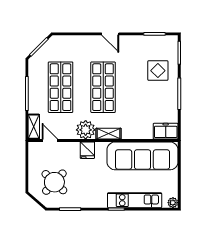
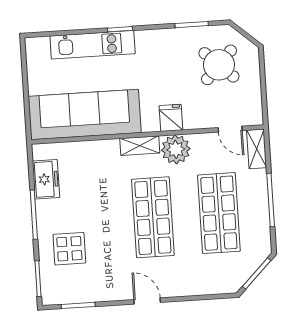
freezer: (166, 131) -> (46, 179), moved, turned -90
plant: (173, 203) -> (33, 45), removed

